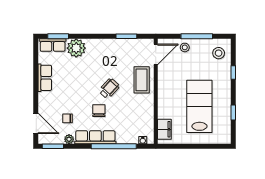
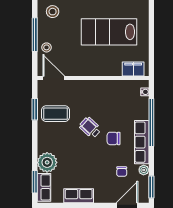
coffee table: (142, 80) -> (55, 114), moved

